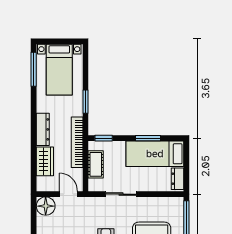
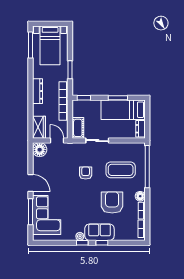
wardrobe: (45, 161) -> (39, 127), moved
cot: (96, 164) -> (78, 128), moved

